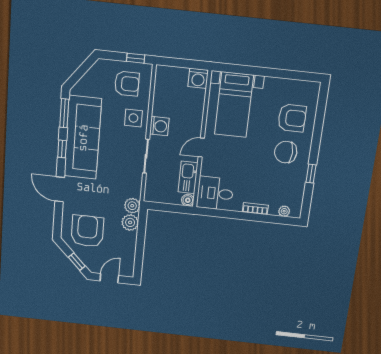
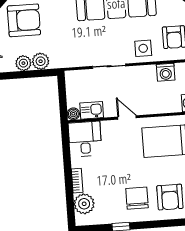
washing machine: (159, 126) -> (166, 72), moved
kitchen sink: (188, 177) -> (92, 110), width x0.73
plant: (132, 206) -> (23, 63), moved
plant: (284, 211) -> (84, 204), width x1.88, depth x1.88

